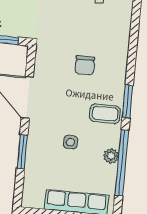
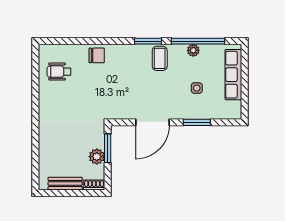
chair: (85, 65) -> (97, 55), moved
side table: (71, 142) -> (197, 88), moved

